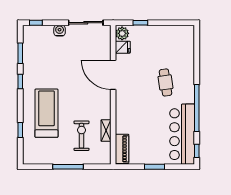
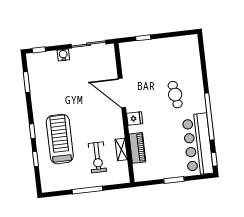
plant: (122, 33) -> (126, 51), removed
fridge: (123, 47) -> (135, 118), moved
window: (20, 82) -> (32, 131), moved
exercise bike: (82, 136) -> (97, 157), turned 180
piano: (122, 149) -> (137, 148), moved

